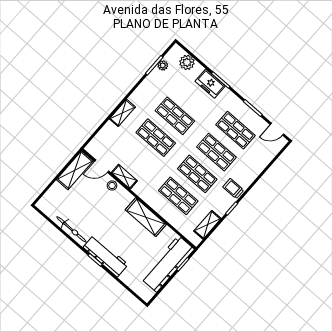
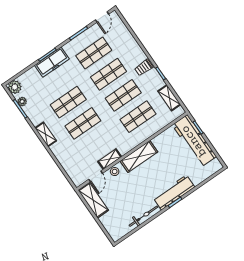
plant: (187, 62) -> (15, 87), moved
freezer: (210, 84) -> (52, 62), width x1.40
shelving: (122, 113) -> (46, 134), moved
shelving: (146, 217) -> (139, 157), moved

